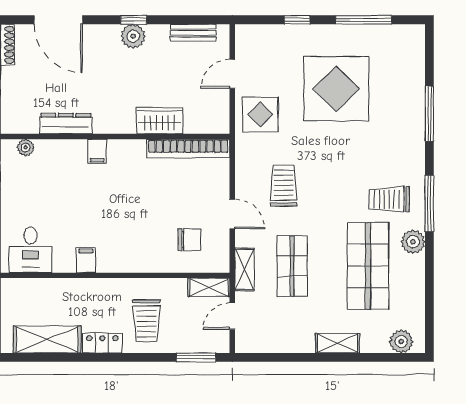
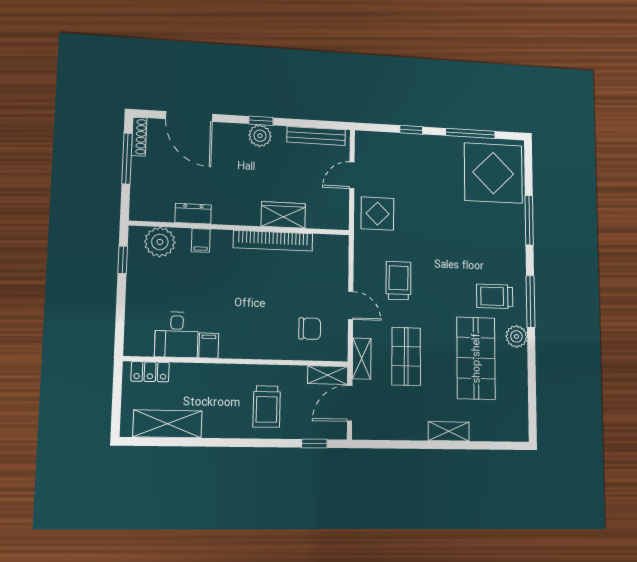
bench: (193, 33) -> (316, 136), width x1.36
display table: (336, 89) -> (493, 173), moved
dresser: (66, 124) -> (193, 214), width x0.70
plant: (26, 147) -> (160, 242), width x1.88, depth x1.88
bookcase: (188, 149) -> (273, 241), moved
filing cabinet: (97, 151) -> (201, 240), moved
desk: (30, 250) -> (177, 335), moved
door: (232, 316) -> (350, 403), width x1.38
plant: (401, 341) -> (507, 430), removed
locker: (102, 343) -> (150, 372), moved, turned 180
window: (196, 357) -> (314, 443), width x0.67

